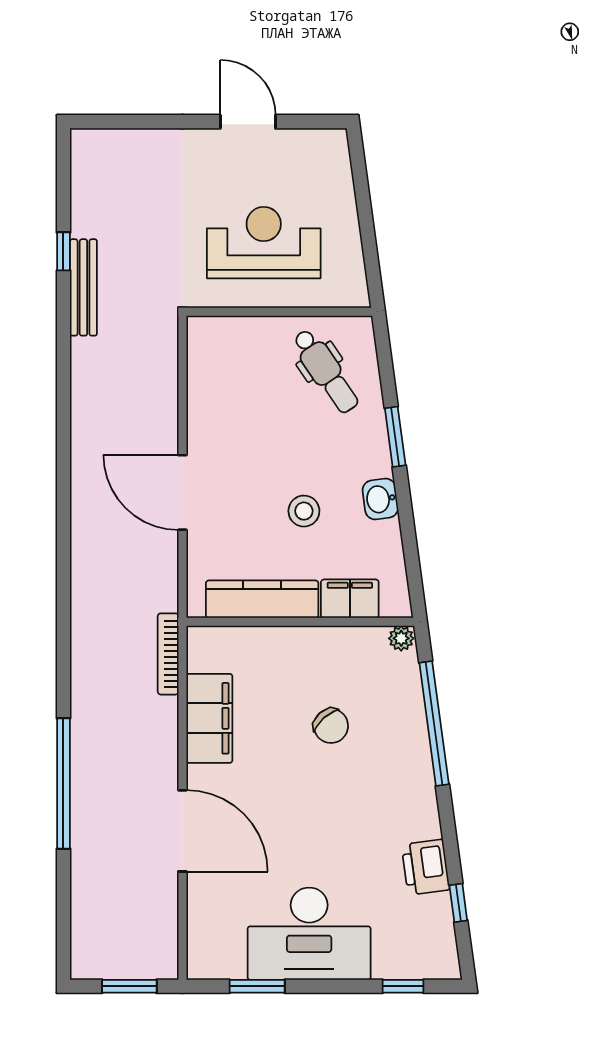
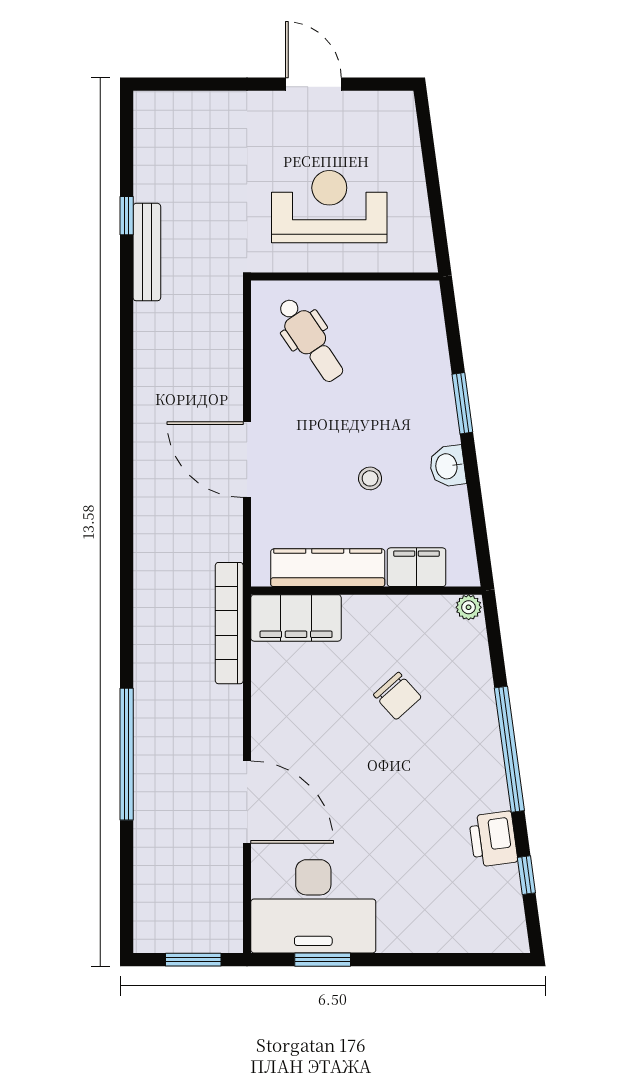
dental chair: (326, 371) -> (310, 340), moved
stool: (304, 511) -> (370, 478), width x0.73, depth x0.73
bookcase: (168, 654) -> (229, 623), width x1.48, depth x1.31
filing cabinet: (209, 718) -> (296, 618), moved, turned 90
window: (434, 723) -> (509, 749), moved
desk: (309, 934) -> (313, 906), moved
window: (403, 986) -> (470, 960), removed

